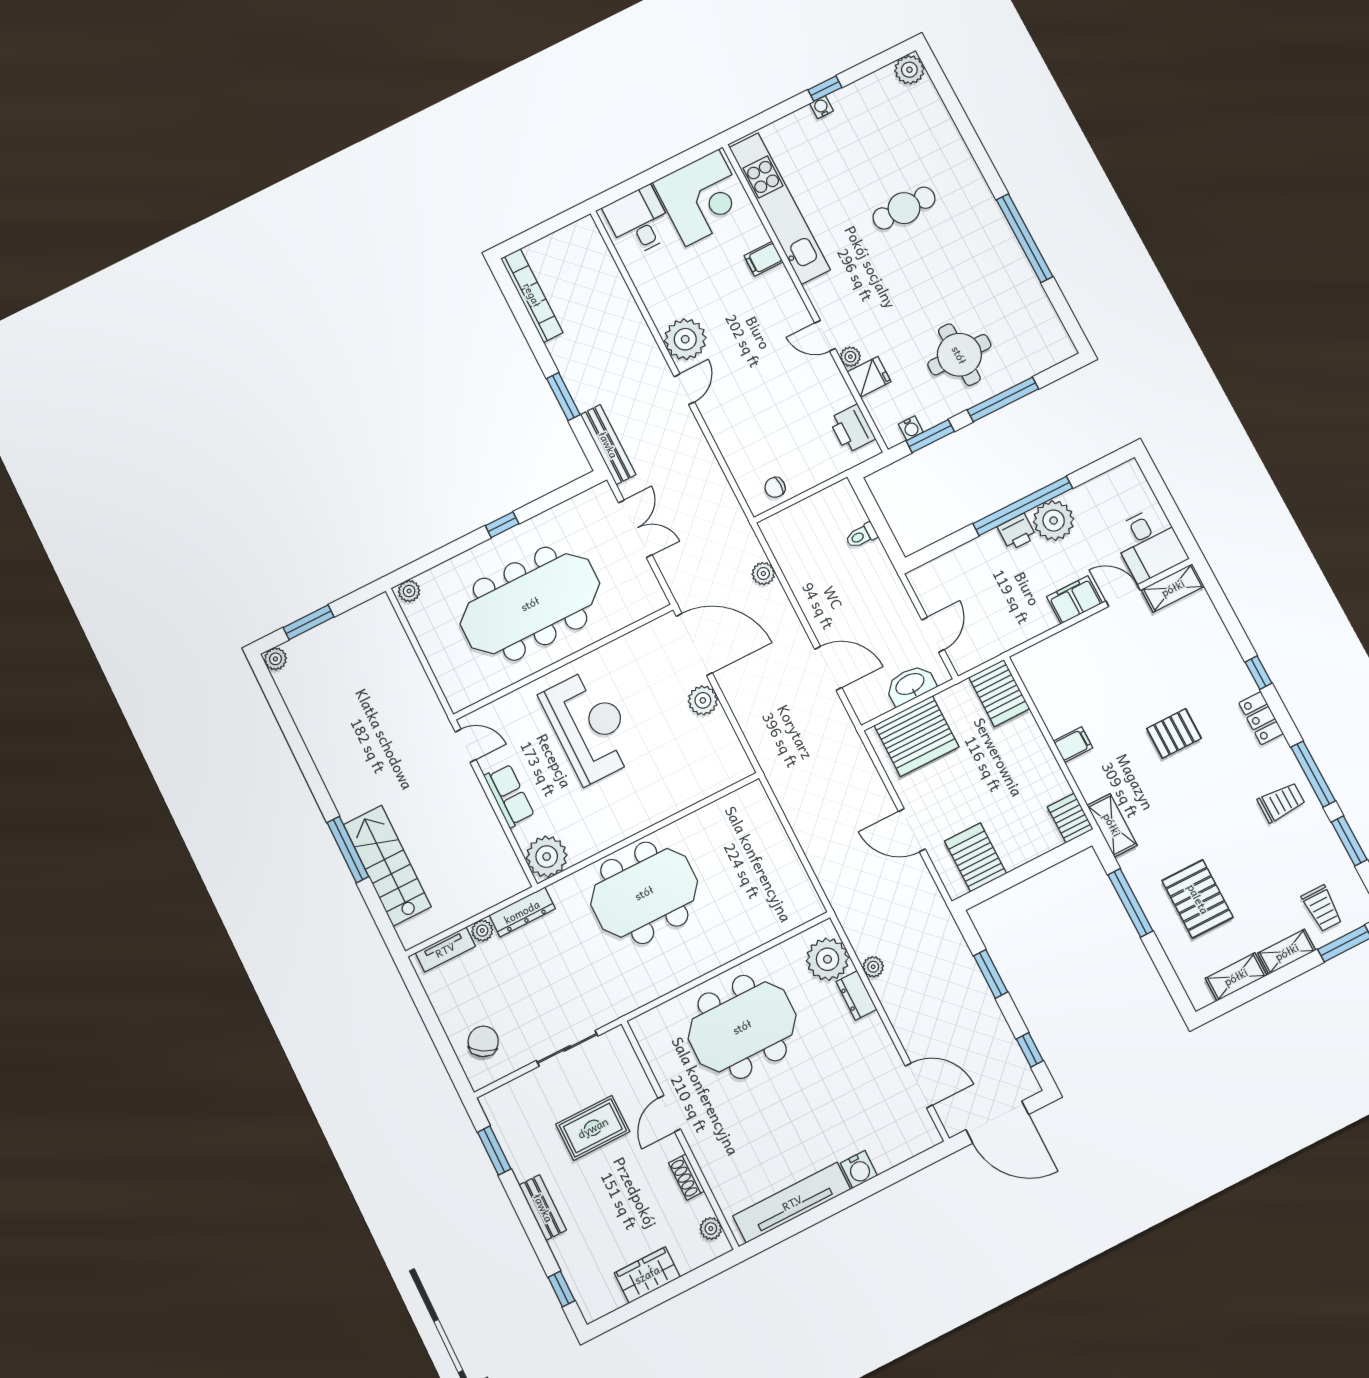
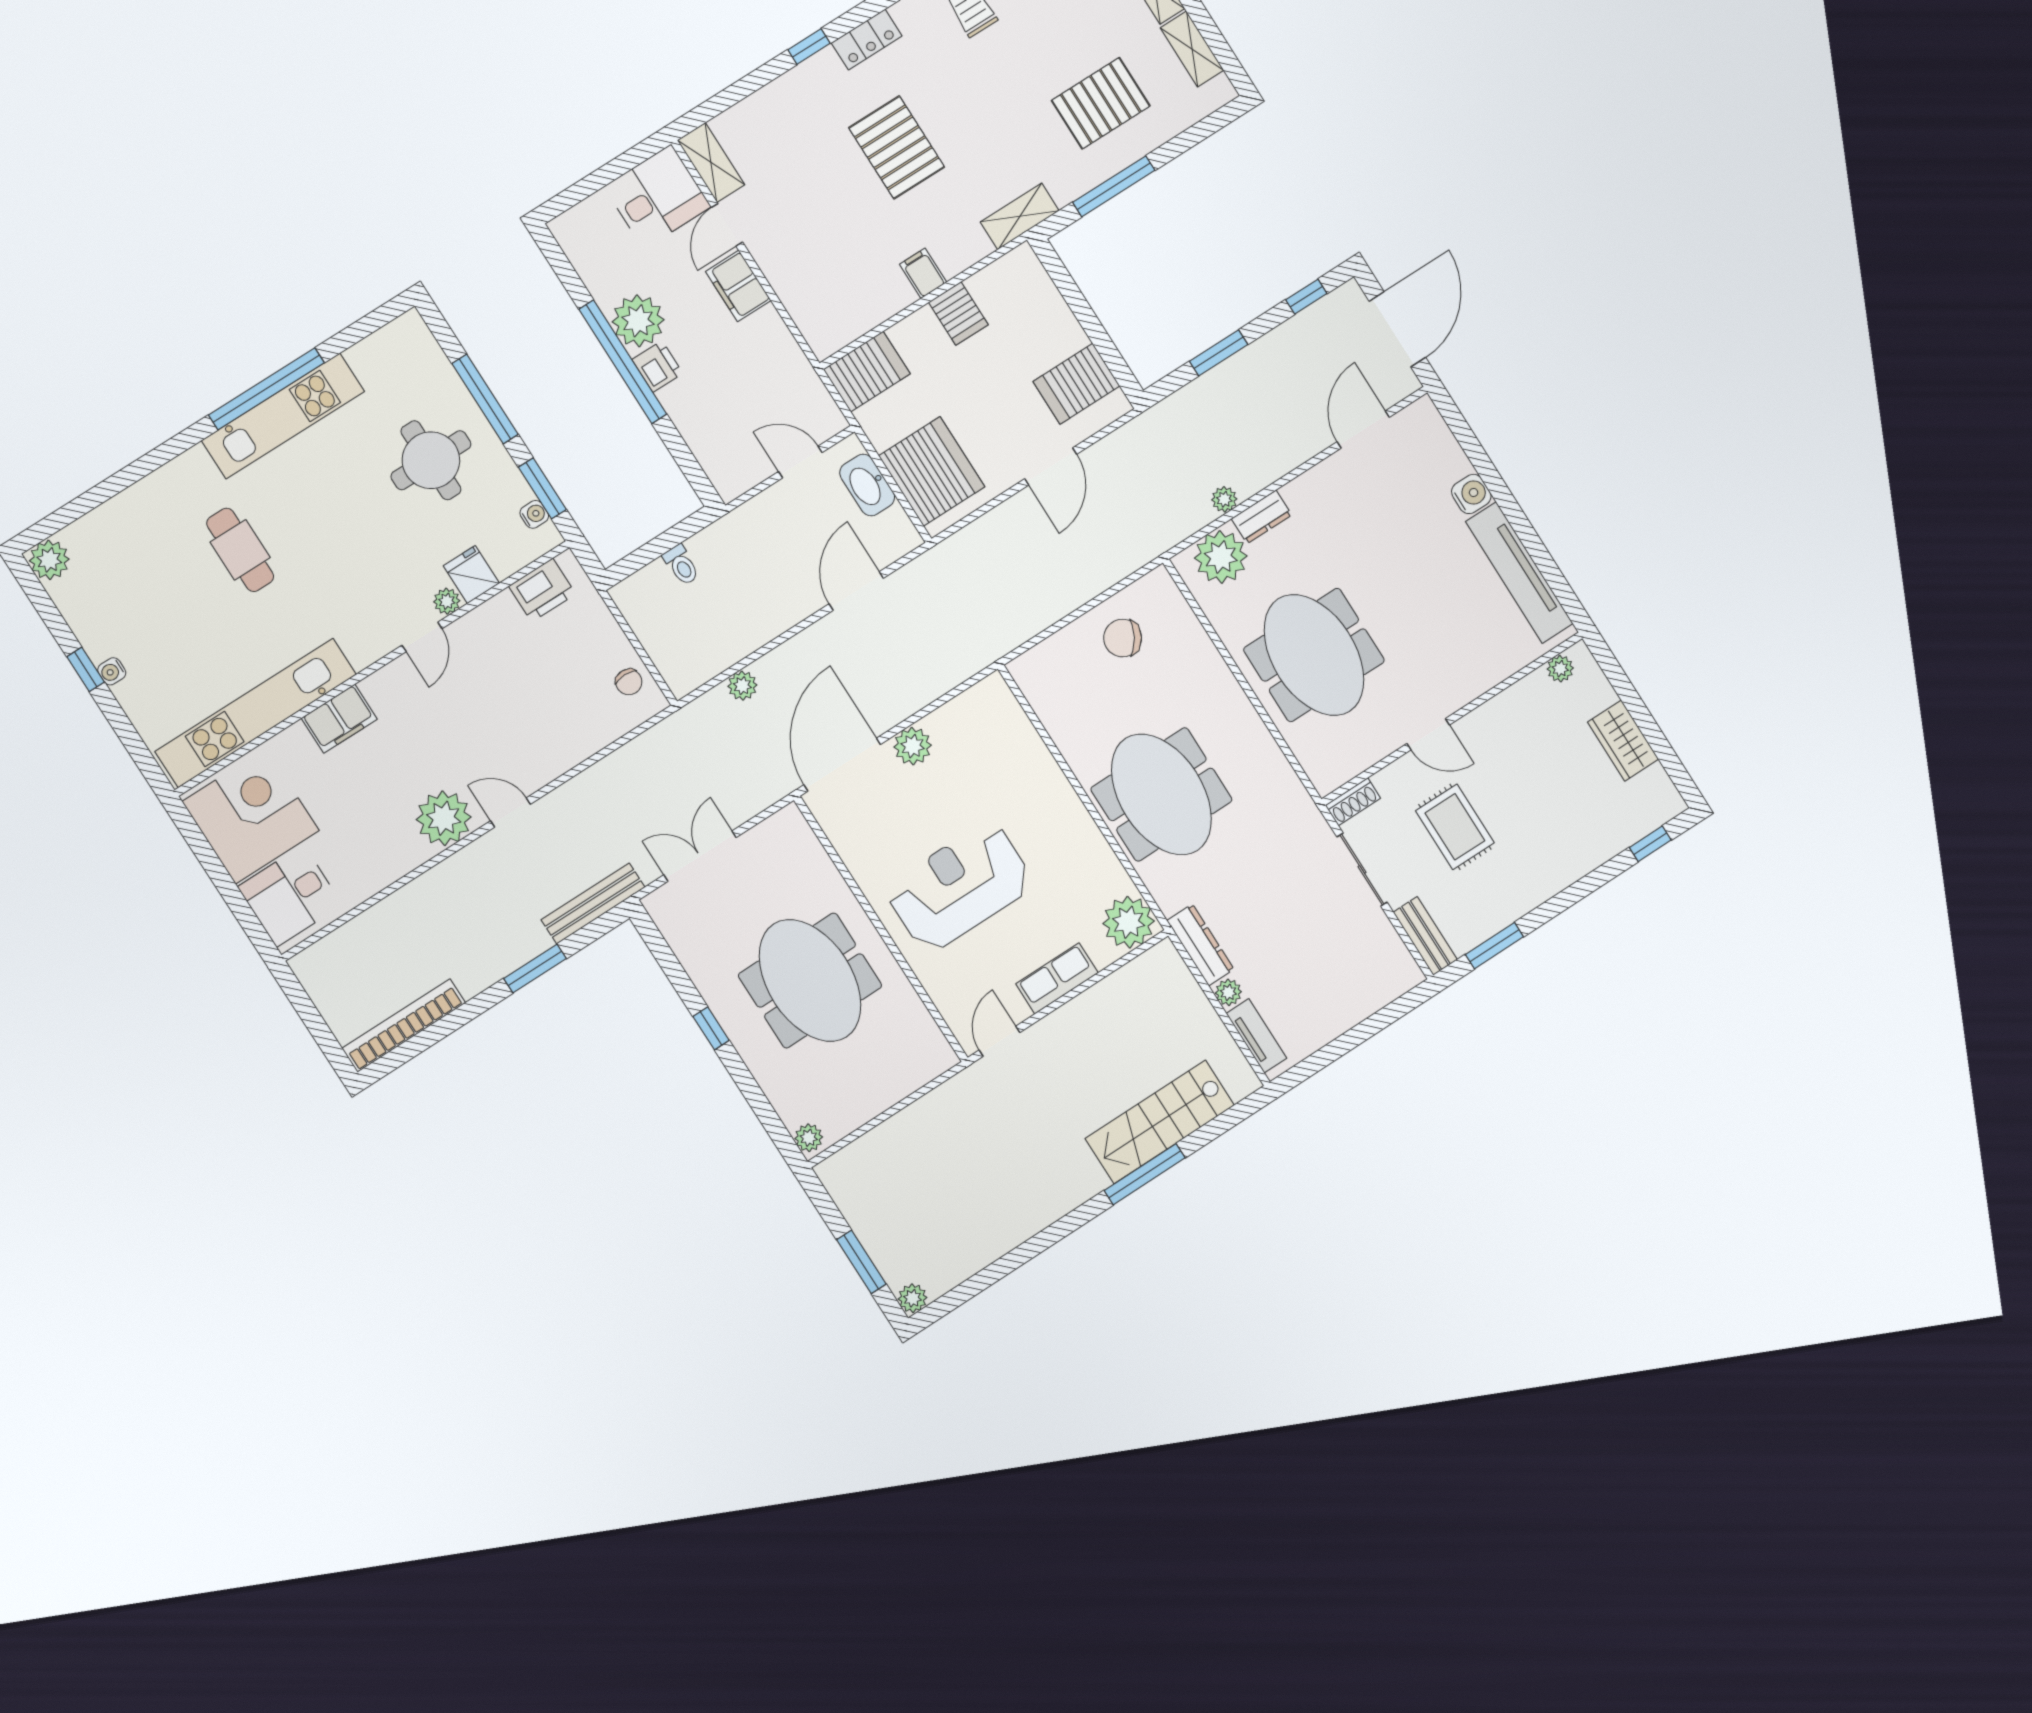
kitchen unit: (1003, 248) -> (283, 416), added
filing cabinet: (764, 259) -> (339, 719), width x2.00
meeting table: (530, 604) -> (810, 981), width x0.73
pallet: (1174, 733) -> (897, 147), width x1.50, depth x1.42
server rack: (1070, 818) -> (958, 314), moved, turned -90
chair: (483, 1041) -> (1123, 638), moved
shoe rack: (686, 1177) -> (1353, 802), moved
bench: (543, 1208) -> (1425, 936), moved, turned 90

